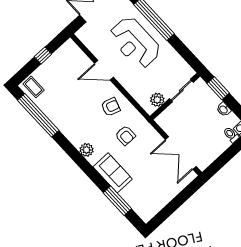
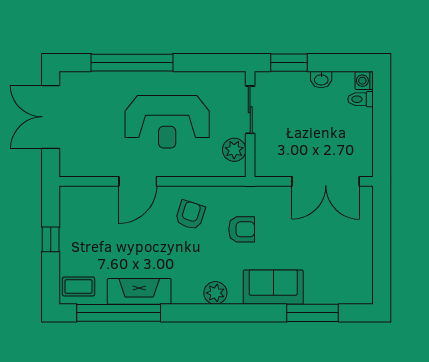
reception desk: (135, 43) -> (167, 122), moved
fireplace: (56, 116) -> (139, 291), added

